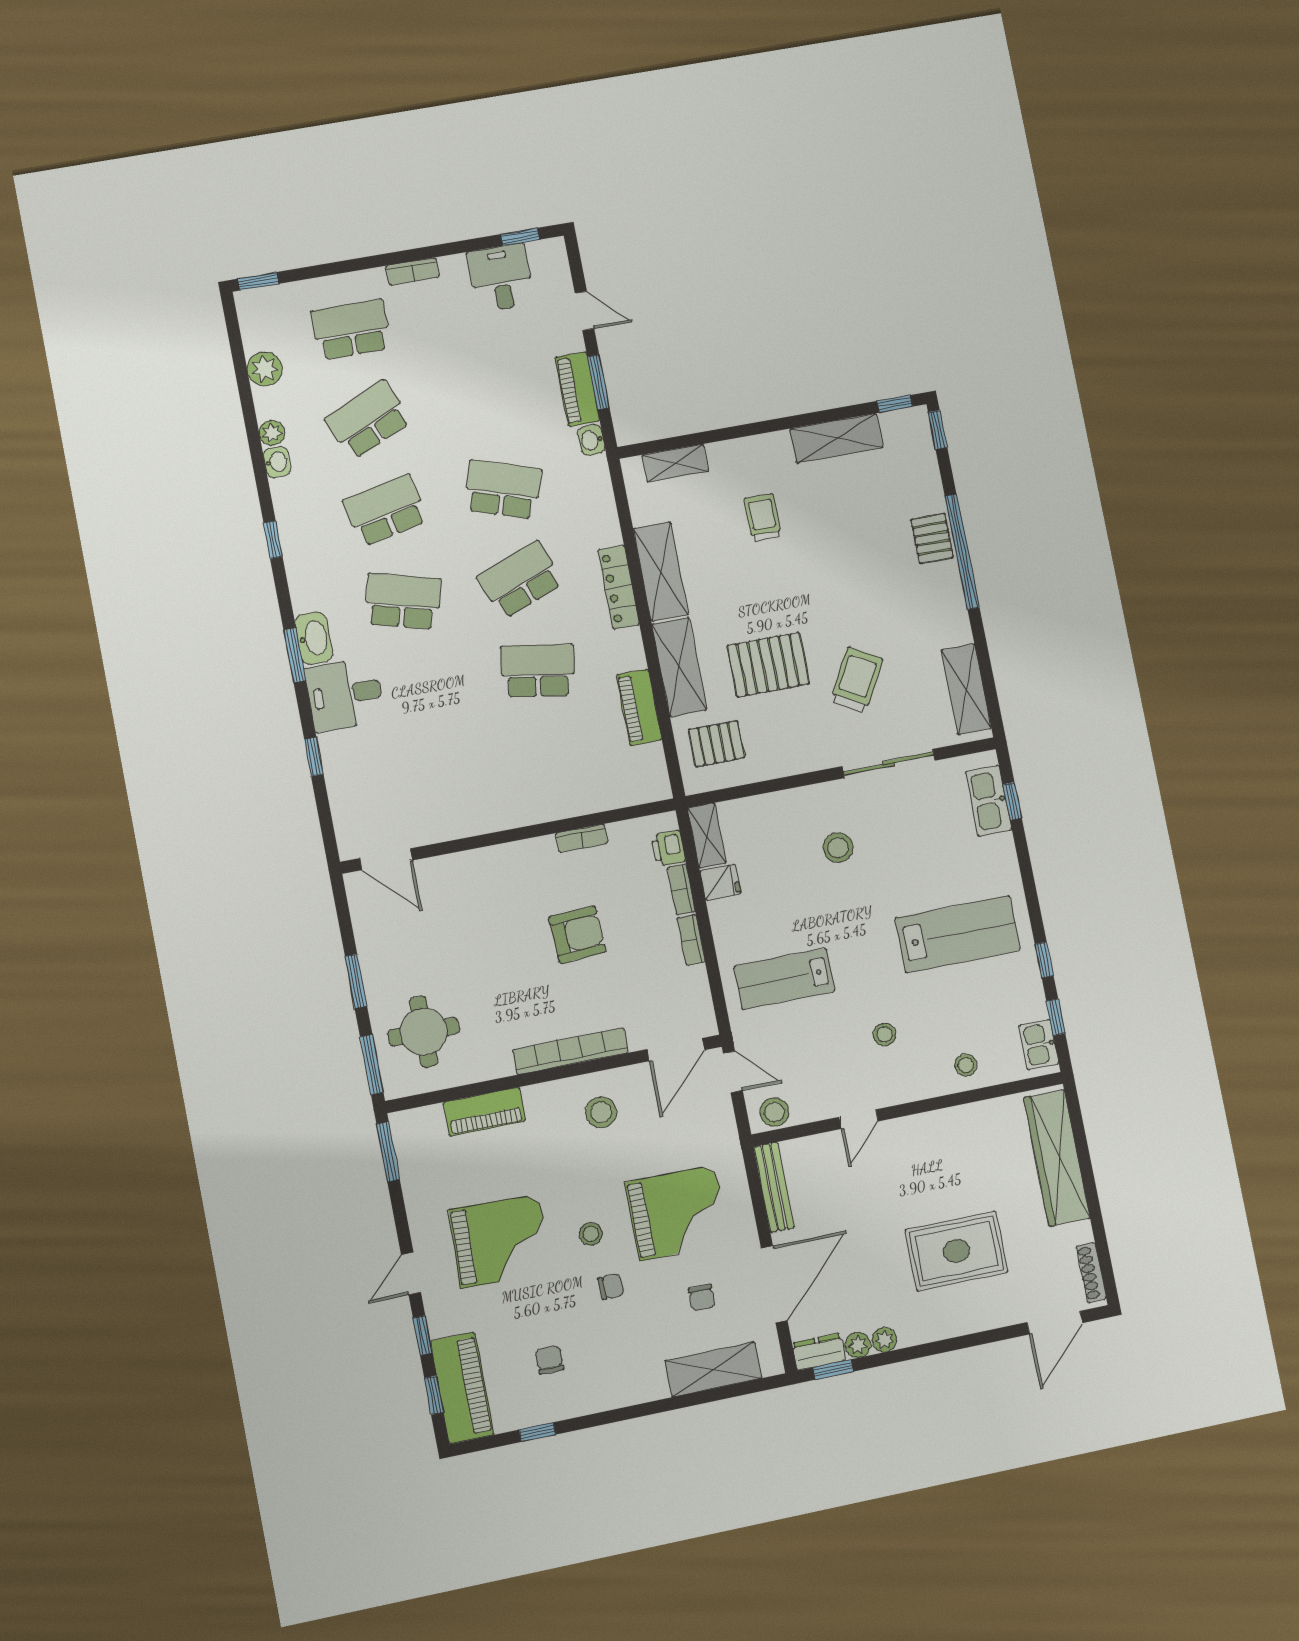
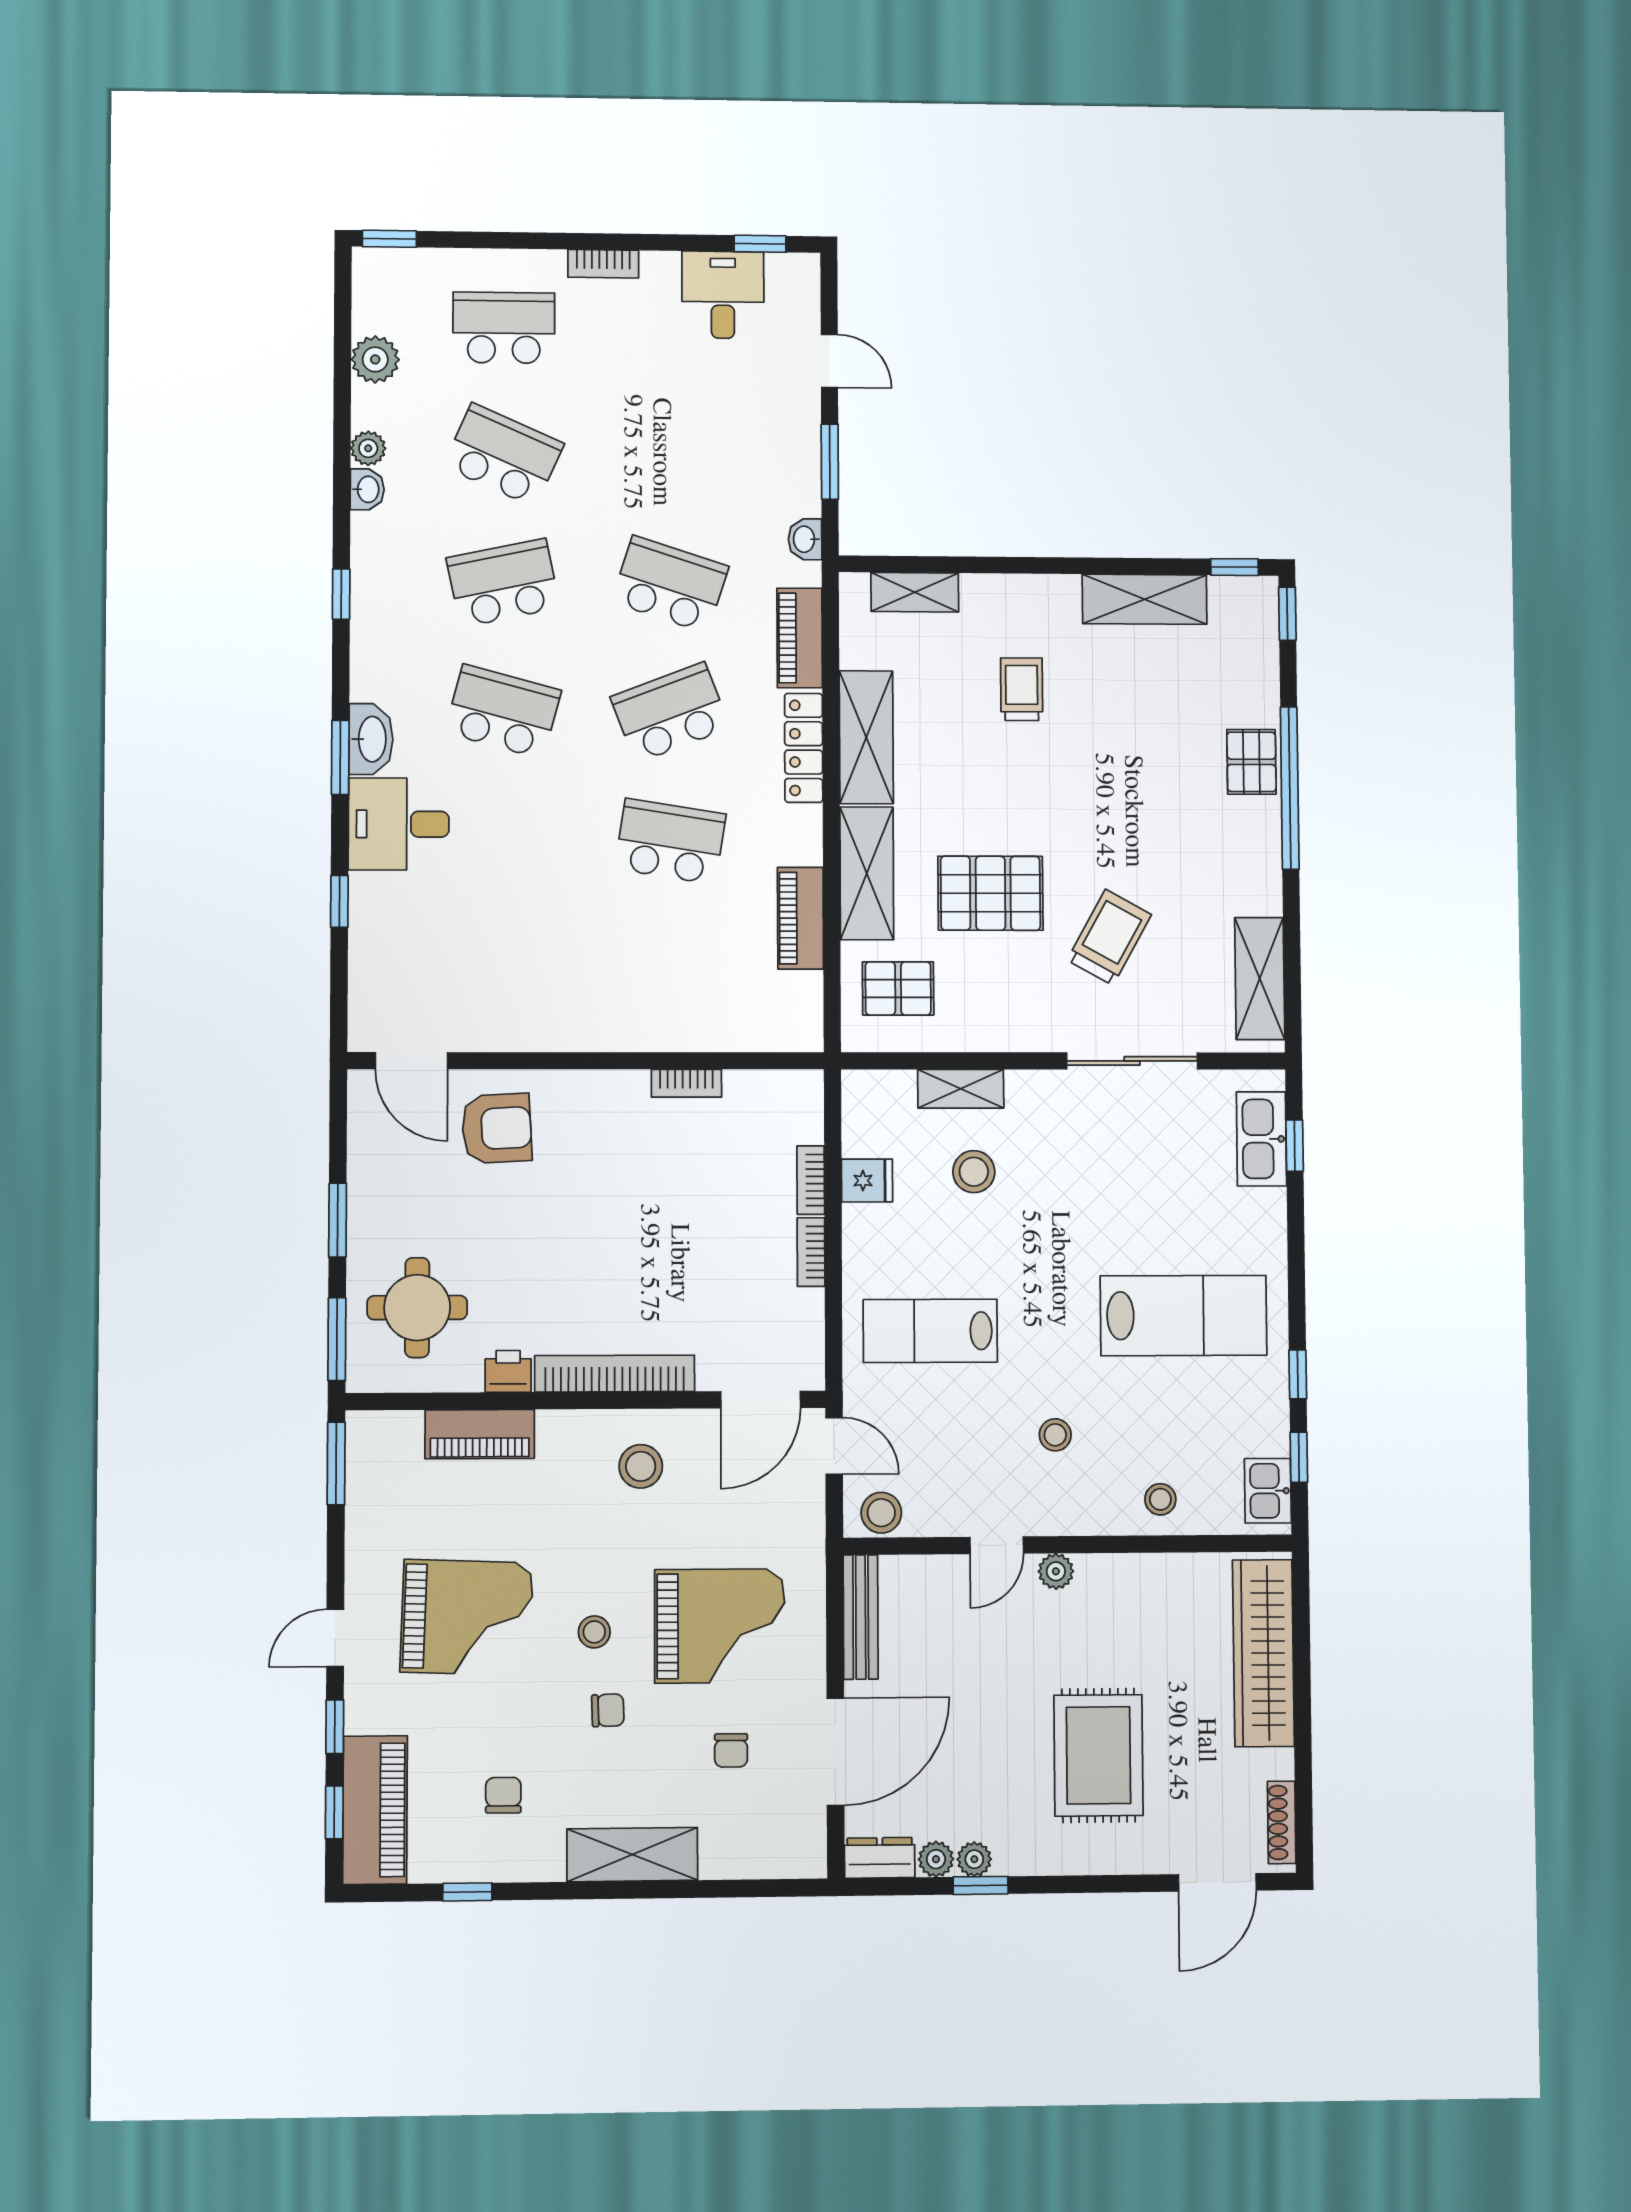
piano: (577, 389) -> (800, 638), moved
school desk: (368, 420) -> (504, 455), turned 48
shelving: (707, 836) -> (961, 1089), moved, turned 90
printer: (668, 848) -> (508, 1371), moved, turned 90
stool: (838, 848) -> (974, 1172), moved
armchair: (577, 935) -> (497, 1128), moved
plant: (903, 1129) -> (1056, 1571), added
rug: (956, 1251) -> (1098, 1755), turned 90
shelving: (713, 1369) -> (632, 1855), moved
window: (833, 1370) -> (981, 1885), moved

